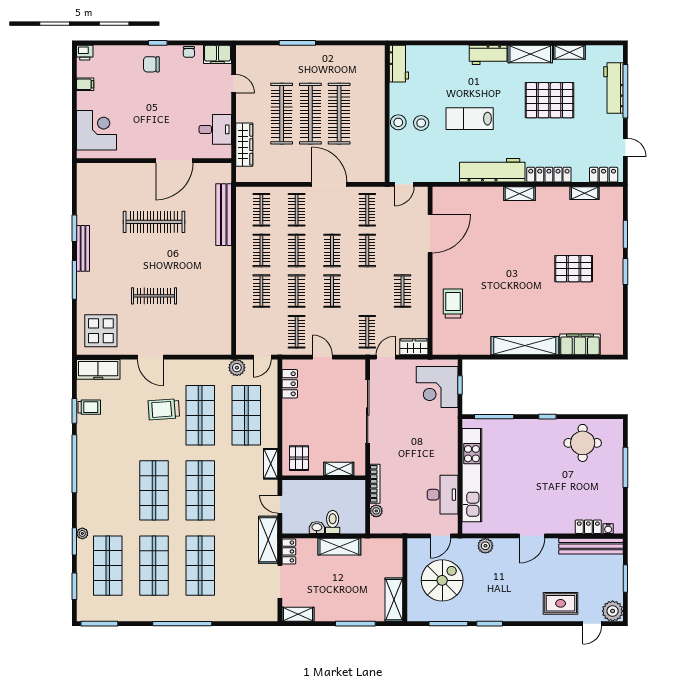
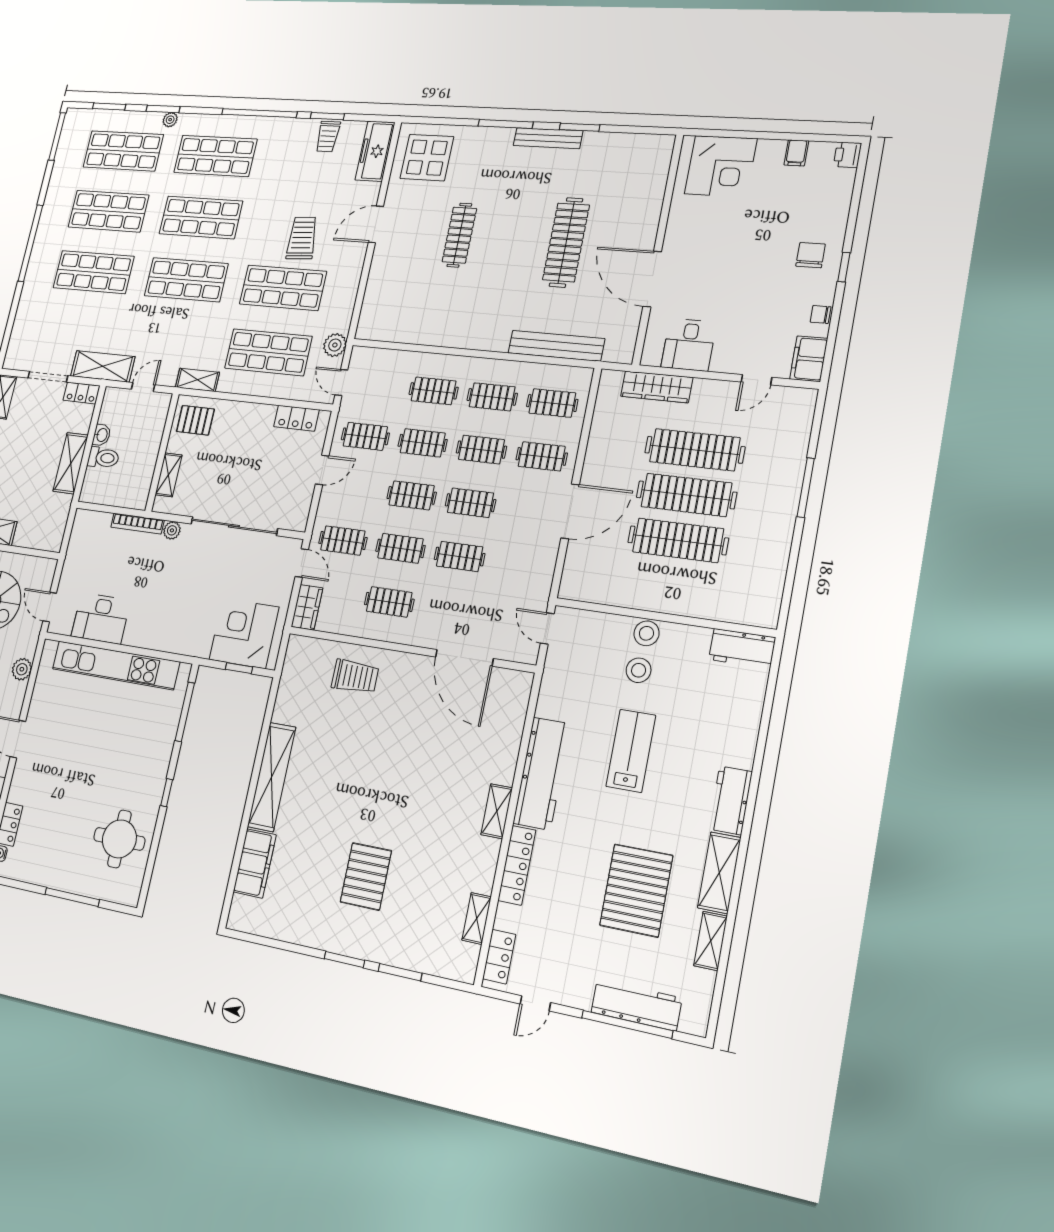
clothes rail: (367, 210) -> (400, 548), moved
shop shelf: (108, 490) -> (215, 156), added
plant: (376, 511) -> (172, 530), moved

